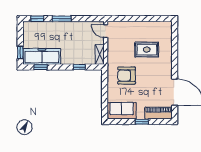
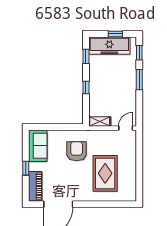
rug: (147, 50) -> (105, 173), width x1.36, depth x1.43
window: (20, 53) -> (115, 34), moved
freezer: (42, 56) -> (109, 46), moved, turned 90
window: (79, 67) -> (86, 87), moved

